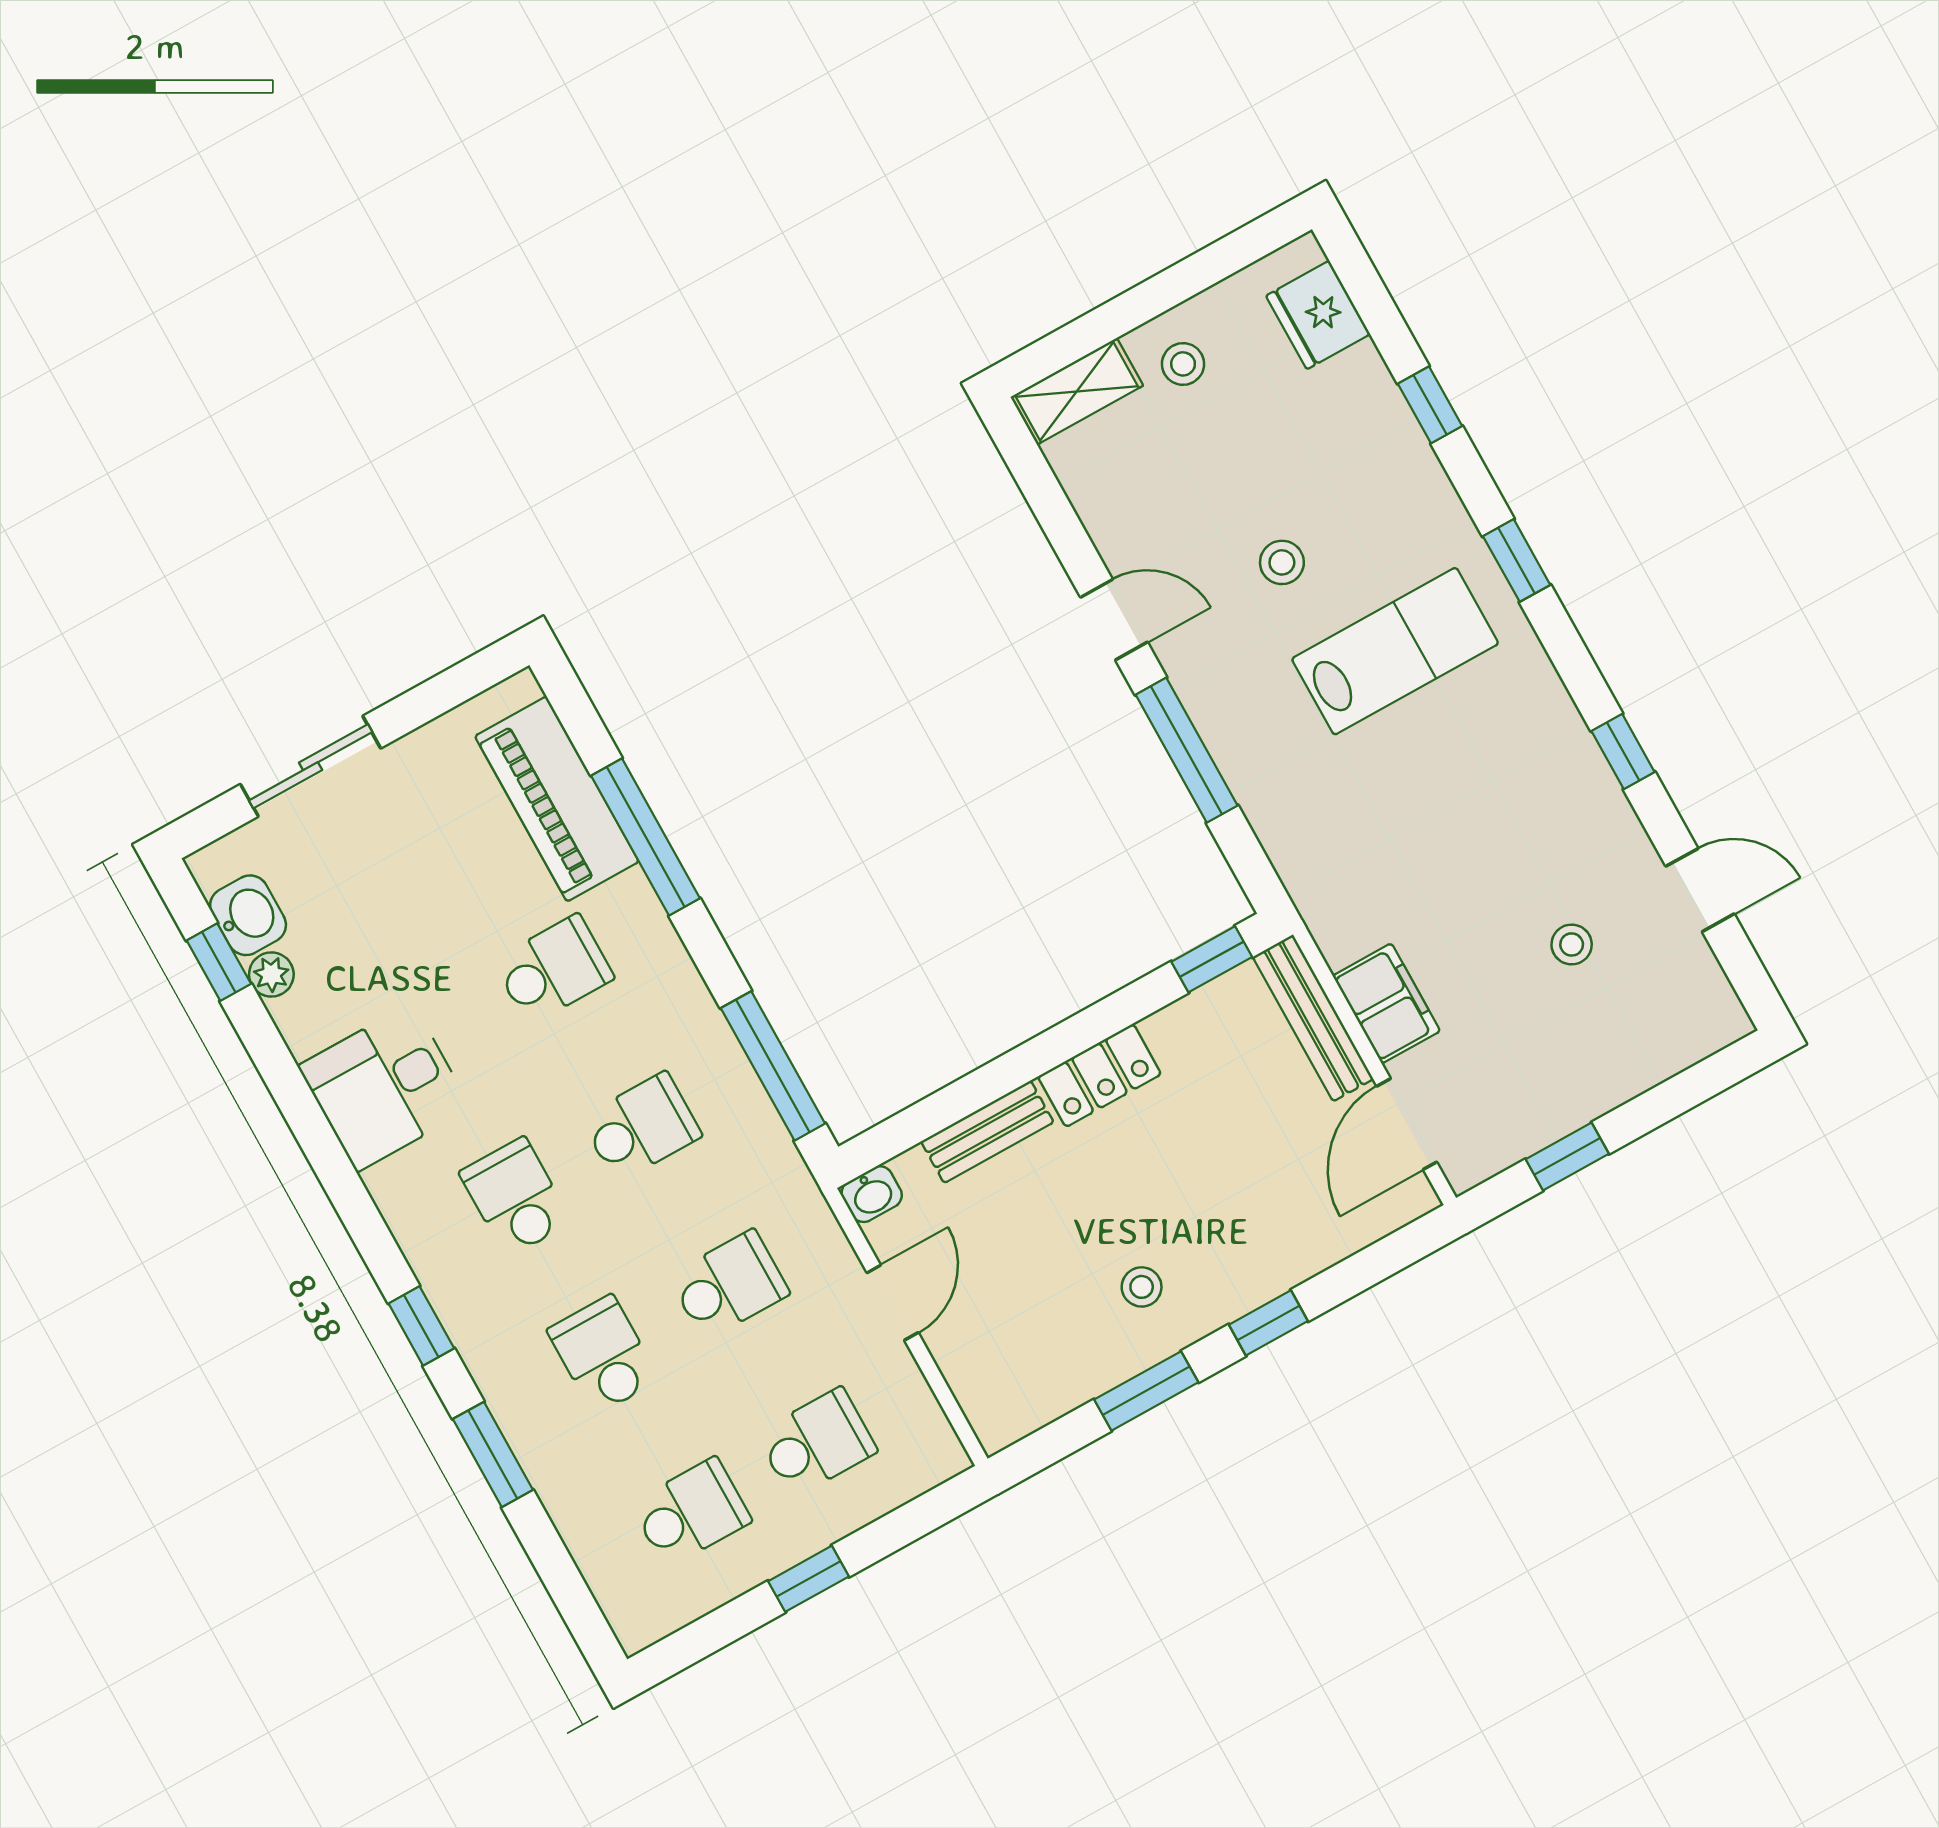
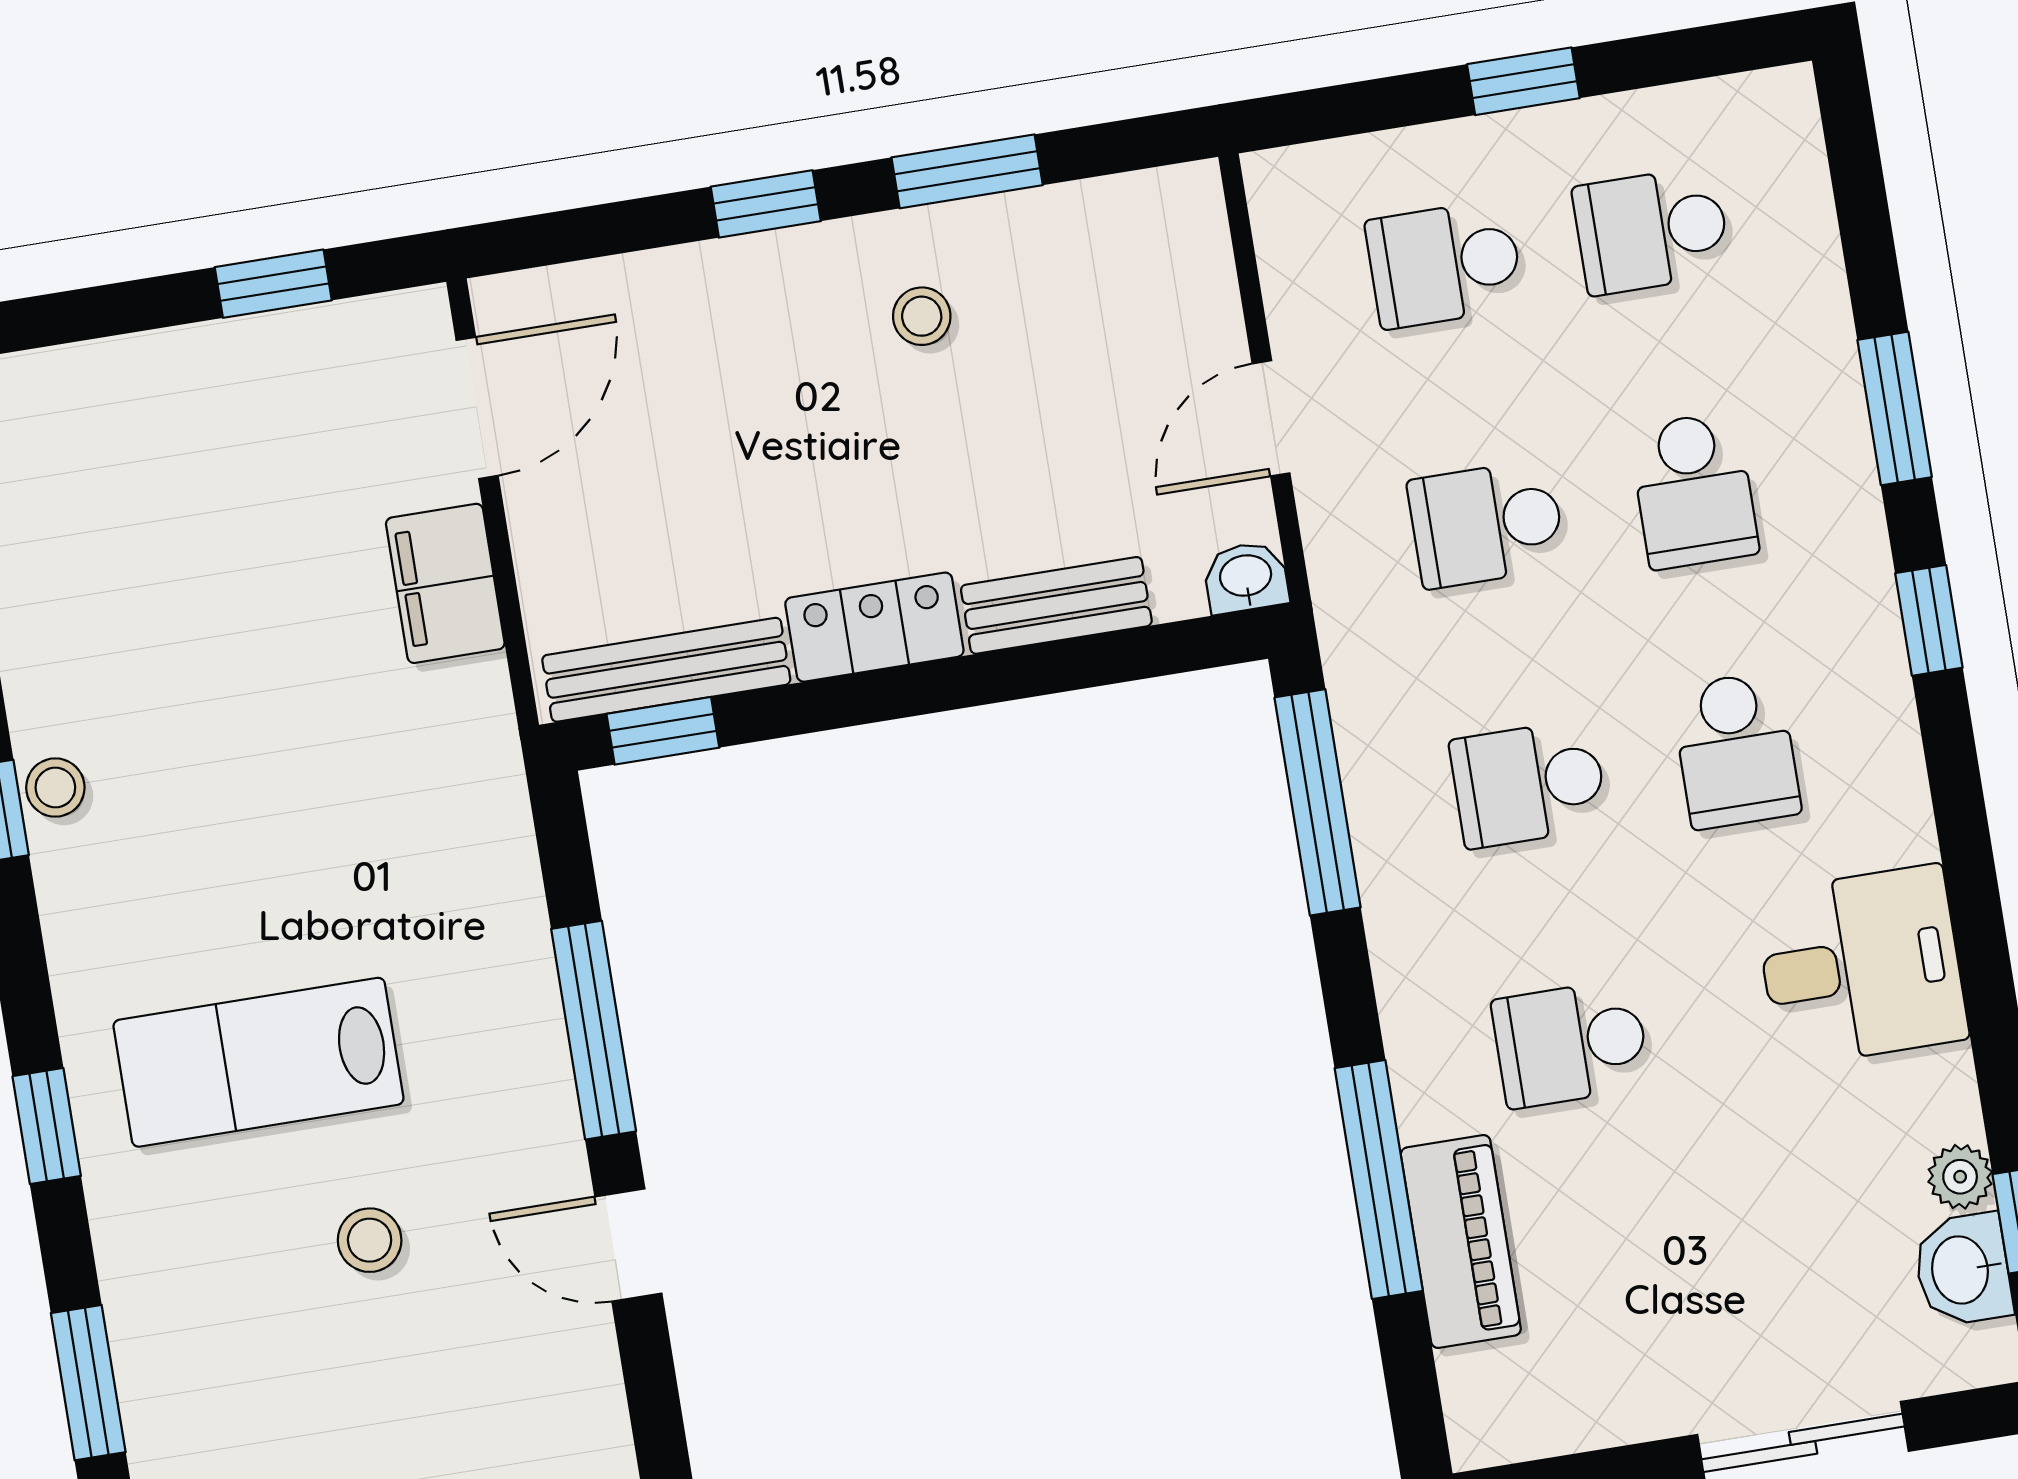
window: (1430, 405) -> (88, 1383), width x1.50
piano: (557, 799) -> (1461, 1242), width x0.73, depth x0.75
stool: (1572, 944) -> (55, 788), moved
bench: (1313, 1018) -> (666, 670), moved, turned 90

